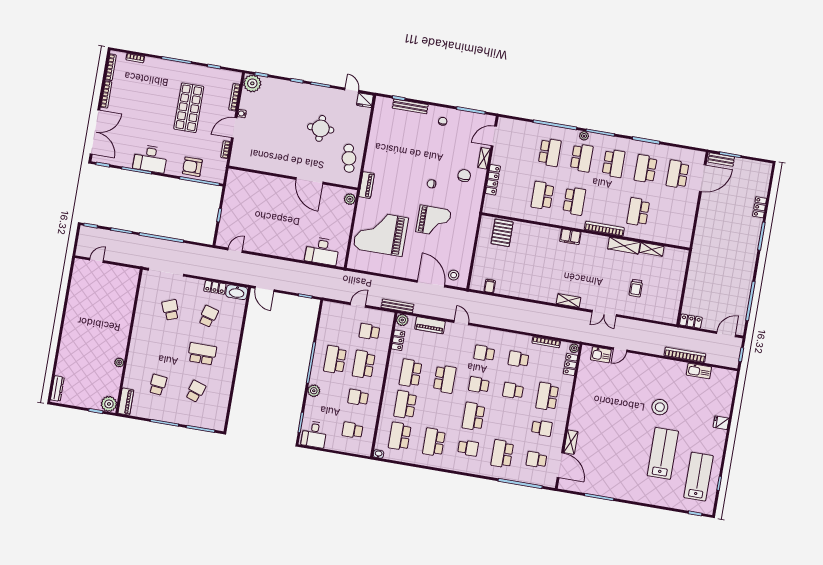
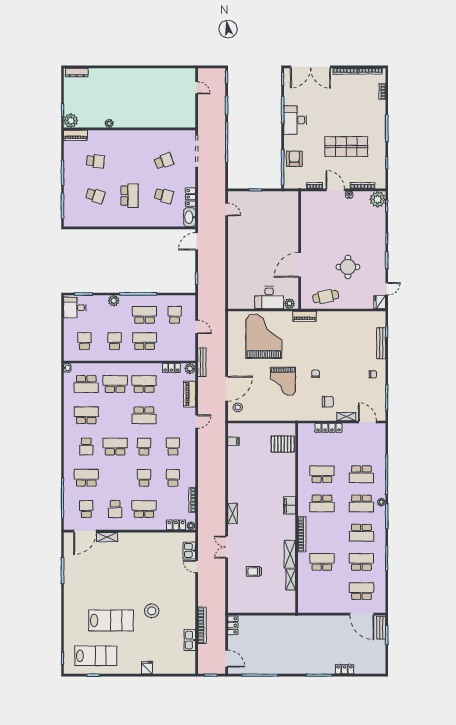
desk: (322, 251) -> (269, 297), moved, turned -90
school desk: (369, 332) -> (175, 315), moved
school desk: (400, 436) -> (86, 384), turned 180

